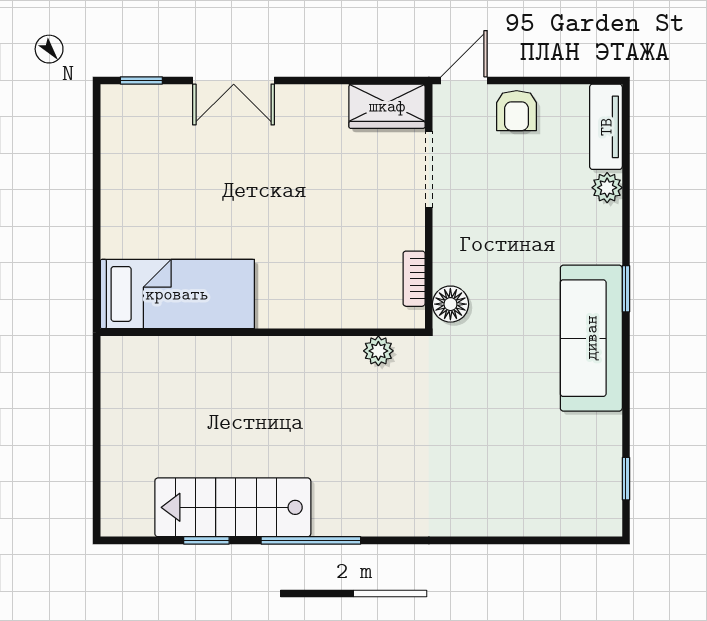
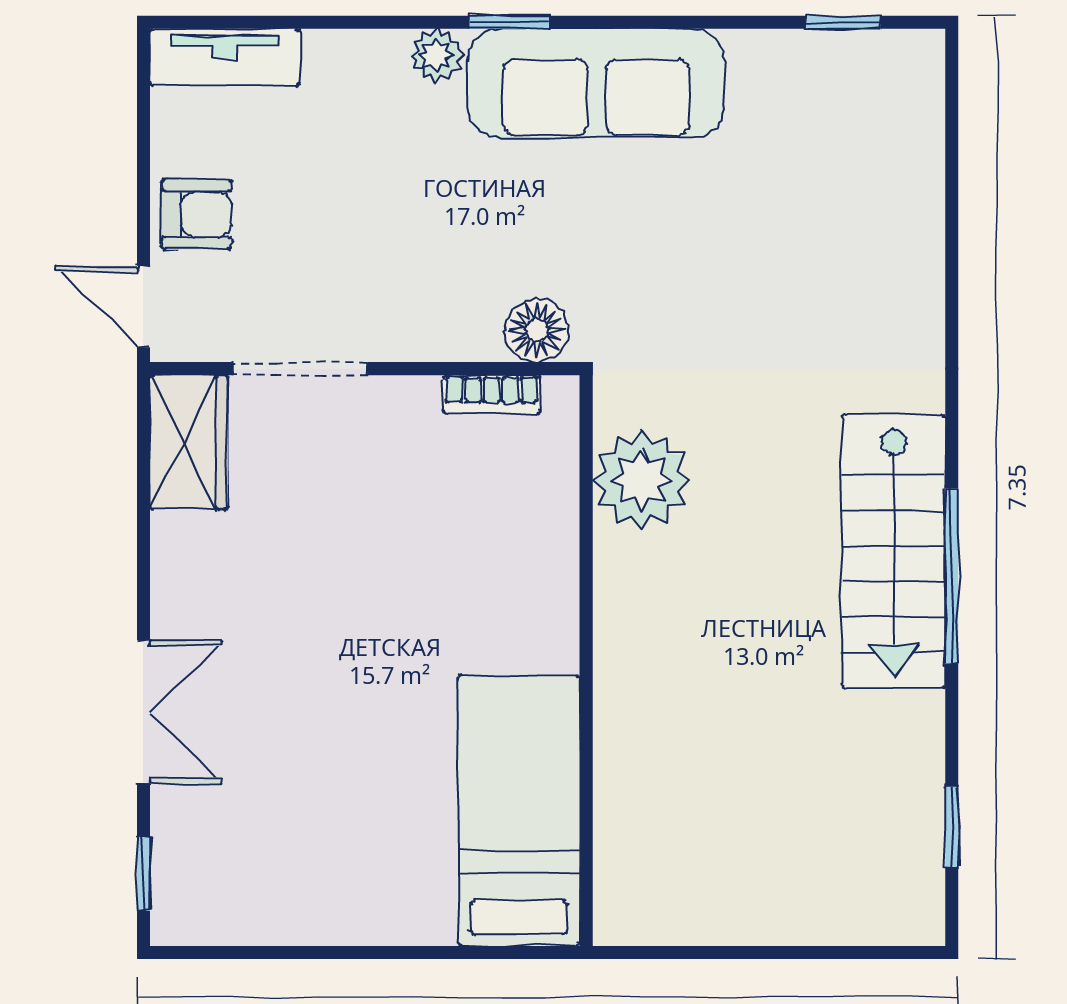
plant: (607, 188) -> (436, 55), moved
plant: (378, 351) -> (642, 480), width x1.88, depth x1.88
stairs: (233, 507) -> (894, 552), moved
window: (206, 540) -> (952, 827), moved

